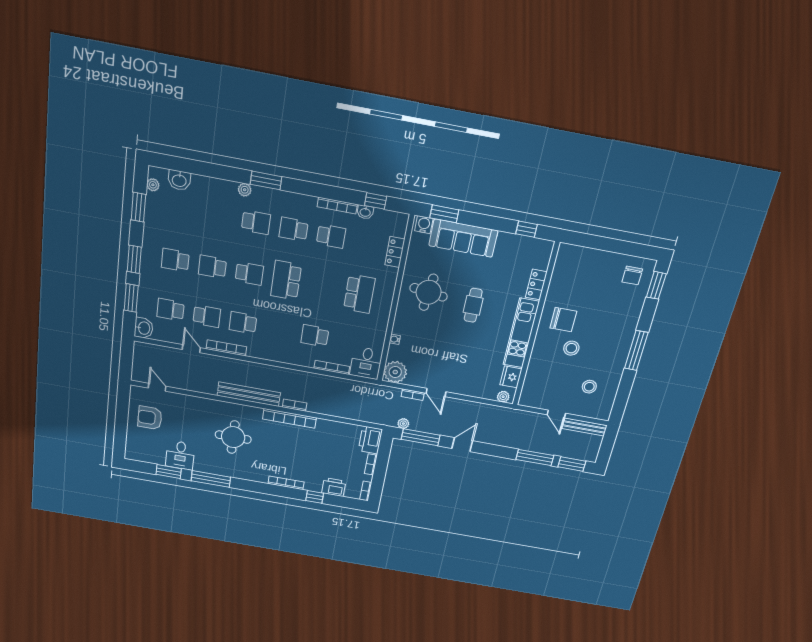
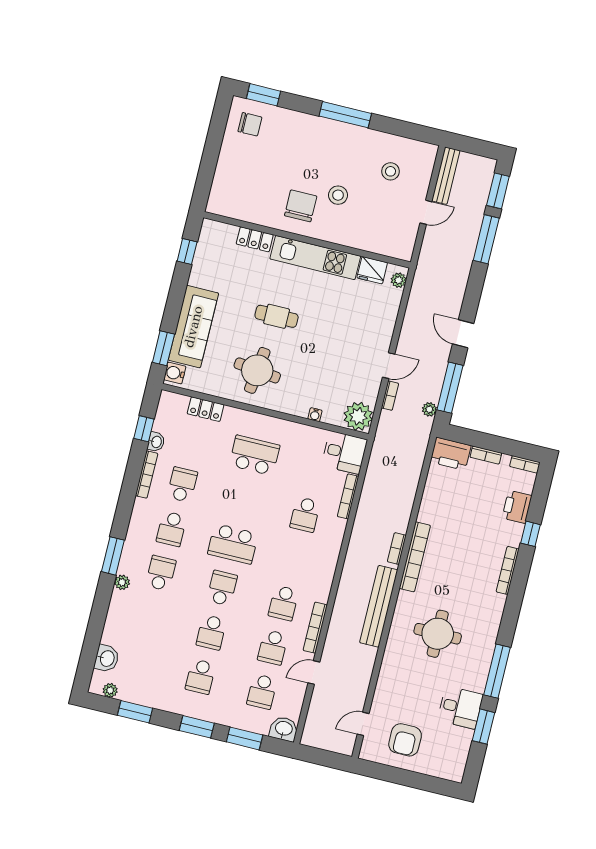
school desk: (207, 316) -> (273, 647), turned 180

